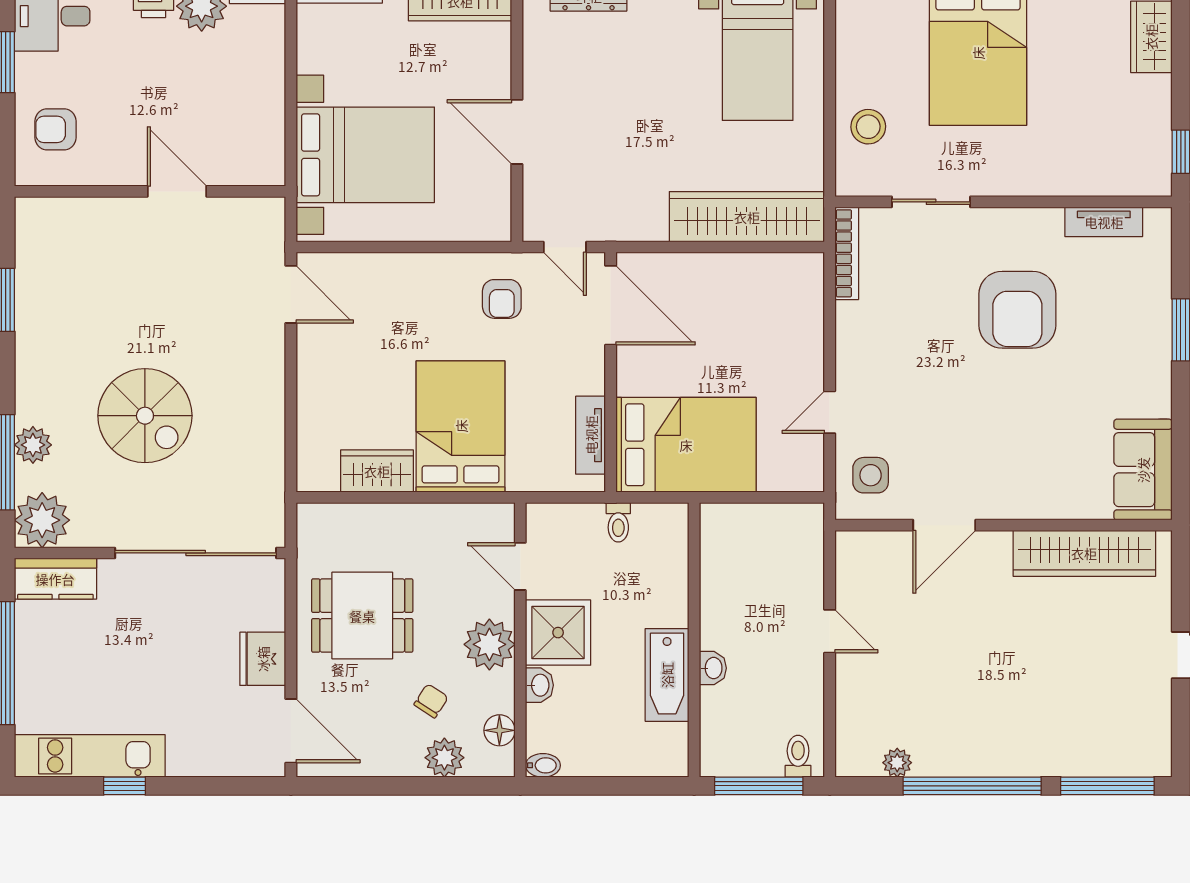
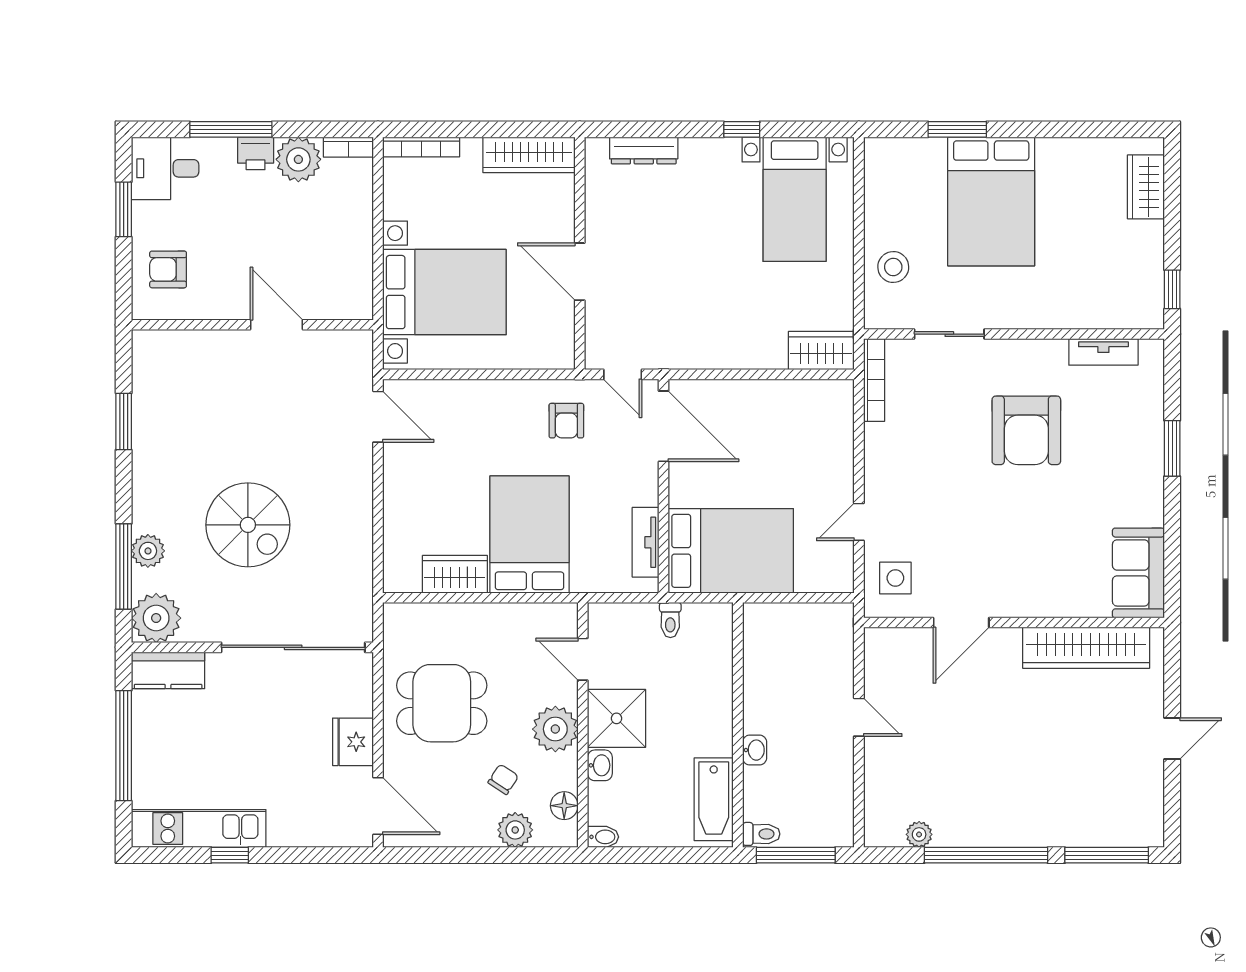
wardrobe: (747, 217) -> (821, 351), width x0.48, depth x0.85
bathtub: (667, 675) -> (714, 799), moved
toilet: (798, 756) -> (761, 834), moved, turned 90

